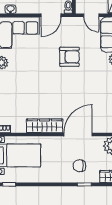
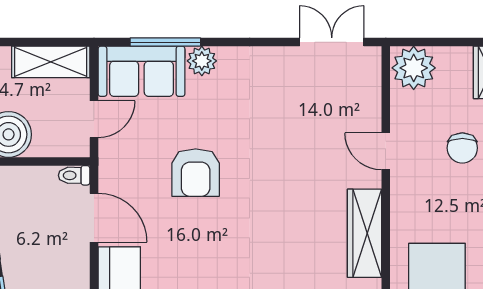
armchair: (69, 57) -> (196, 173), turned 180
door: (78, 134) -> (386, 151), width x0.53

